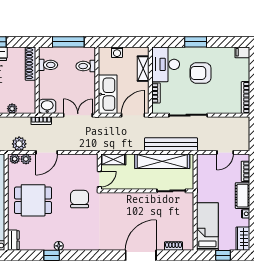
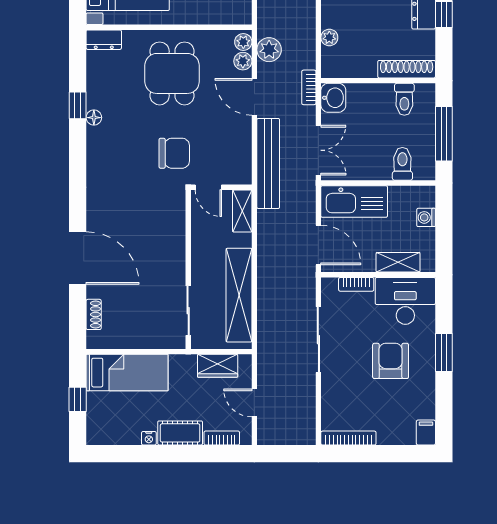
bench: (171, 144) -> (268, 163), moved
wardrobe: (243, 239) -> (218, 366), moved, turned 180

